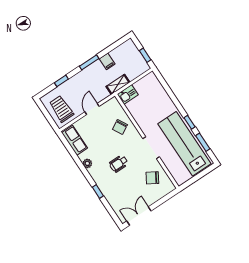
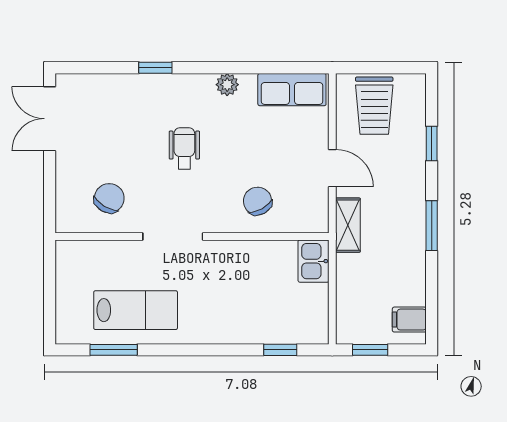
filing cabinet: (107, 61) -> (409, 320), moved
shelving: (118, 84) -> (348, 225), moved
trolley: (61, 109) -> (374, 106), turned 90
window: (190, 122) -> (280, 350), moved
lab bench: (184, 144) -> (136, 310), width x0.54, depth x0.72
double door: (139, 216) -> (50, 119), swing flipped

